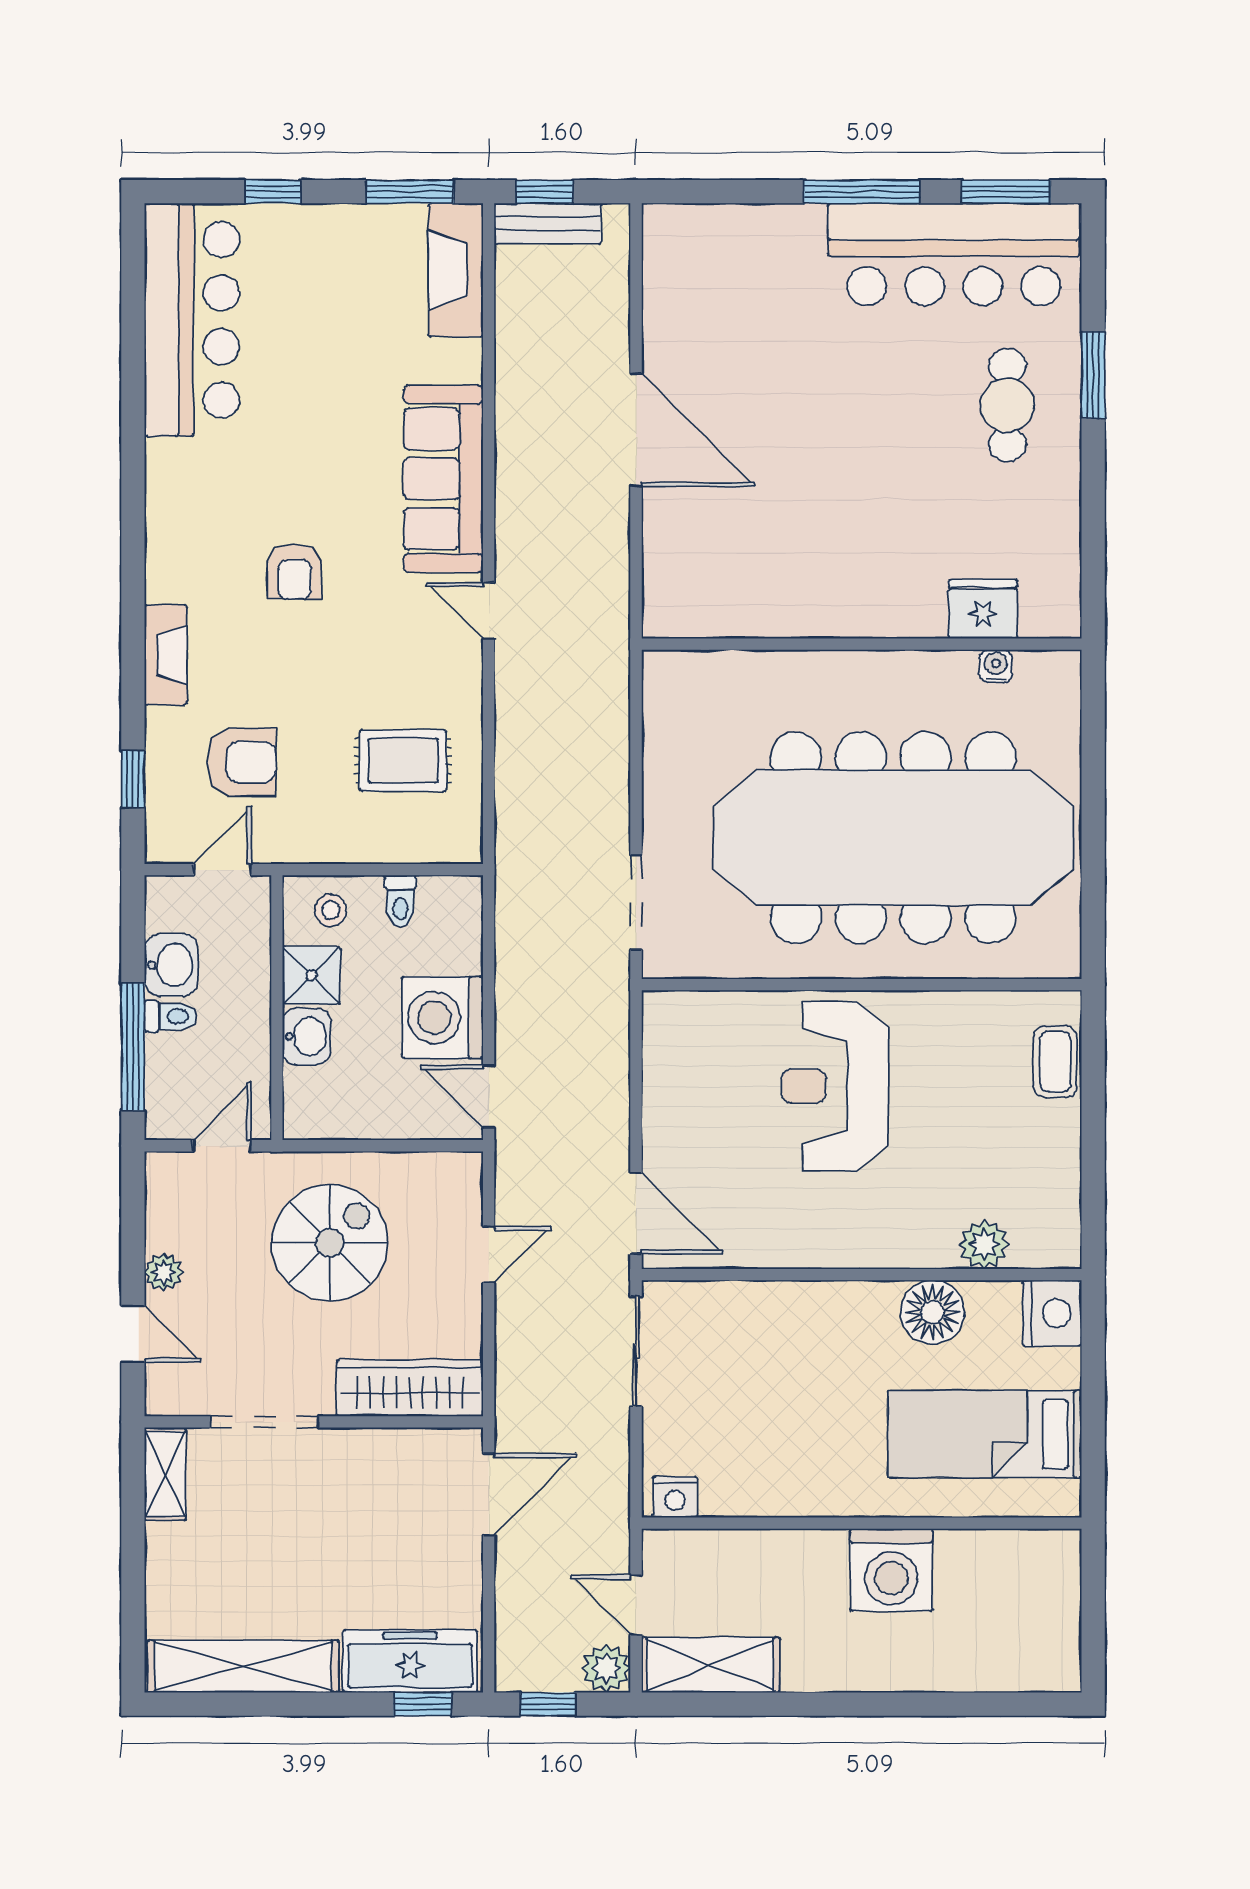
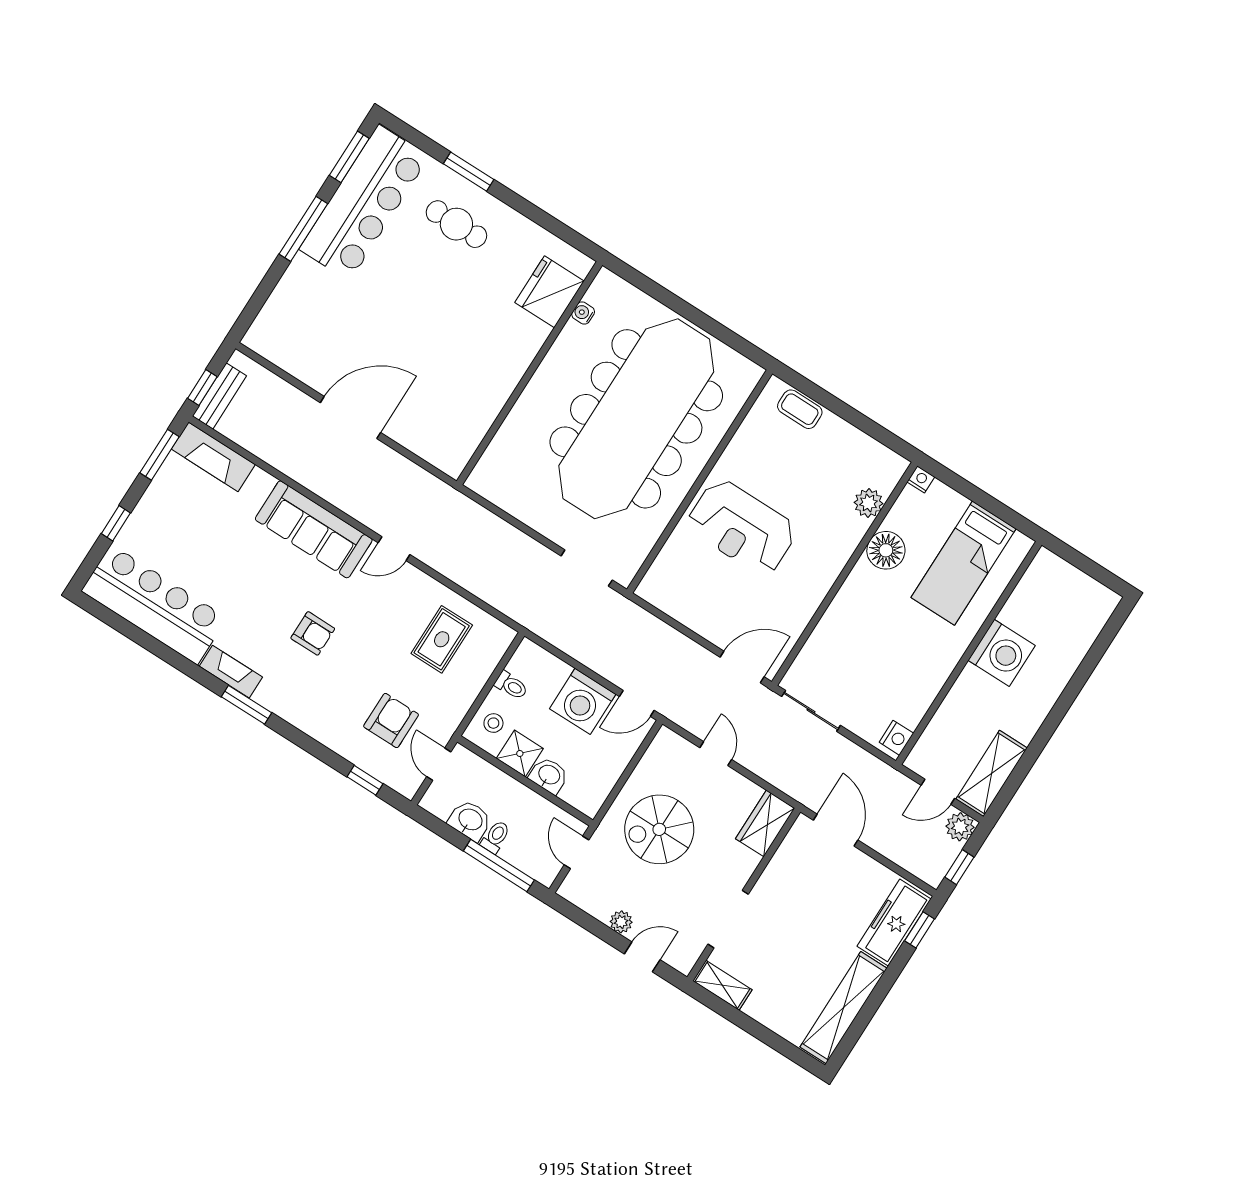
window: (133, 542) -> (246, 705), added
fridge: (983, 609) -> (549, 292), width x1.36, depth x1.34
fireplace: (166, 655) -> (231, 672), moved
spiral stairs: (330, 1243) -> (659, 829), turned -90
nightstand: (1052, 1313) -> (921, 479), width x0.53, depth x0.56
wardrobe: (410, 1388) -> (765, 823), width x0.67

